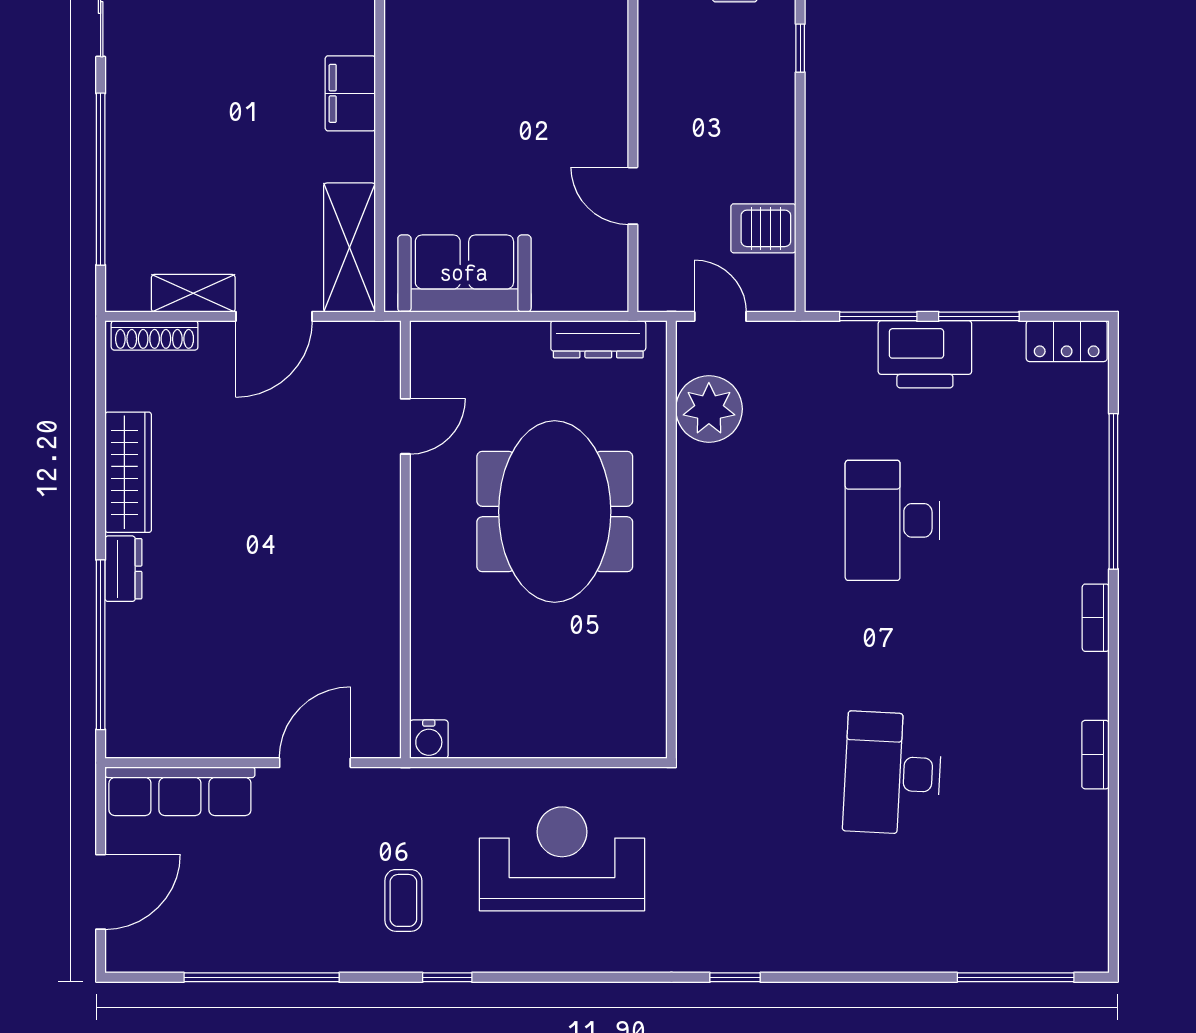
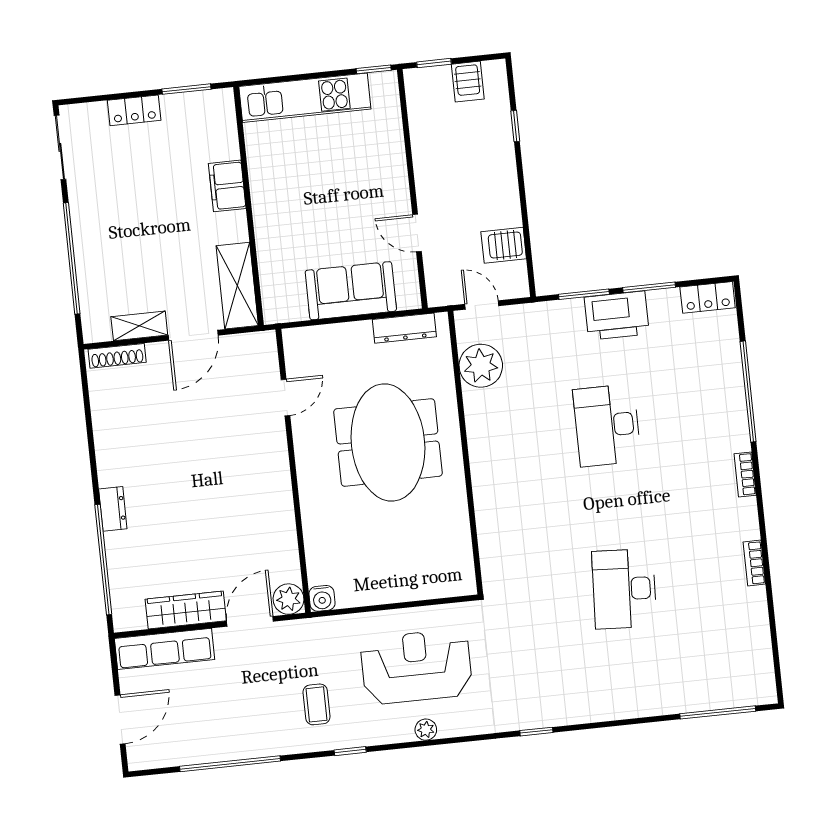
sofa: (464, 273) -> (351, 291), moved
wardrobe: (128, 472) -> (186, 610), moved, turned -90
plant: (378, 735) -> (289, 599), added
plant: (566, 957) -> (426, 730), added

